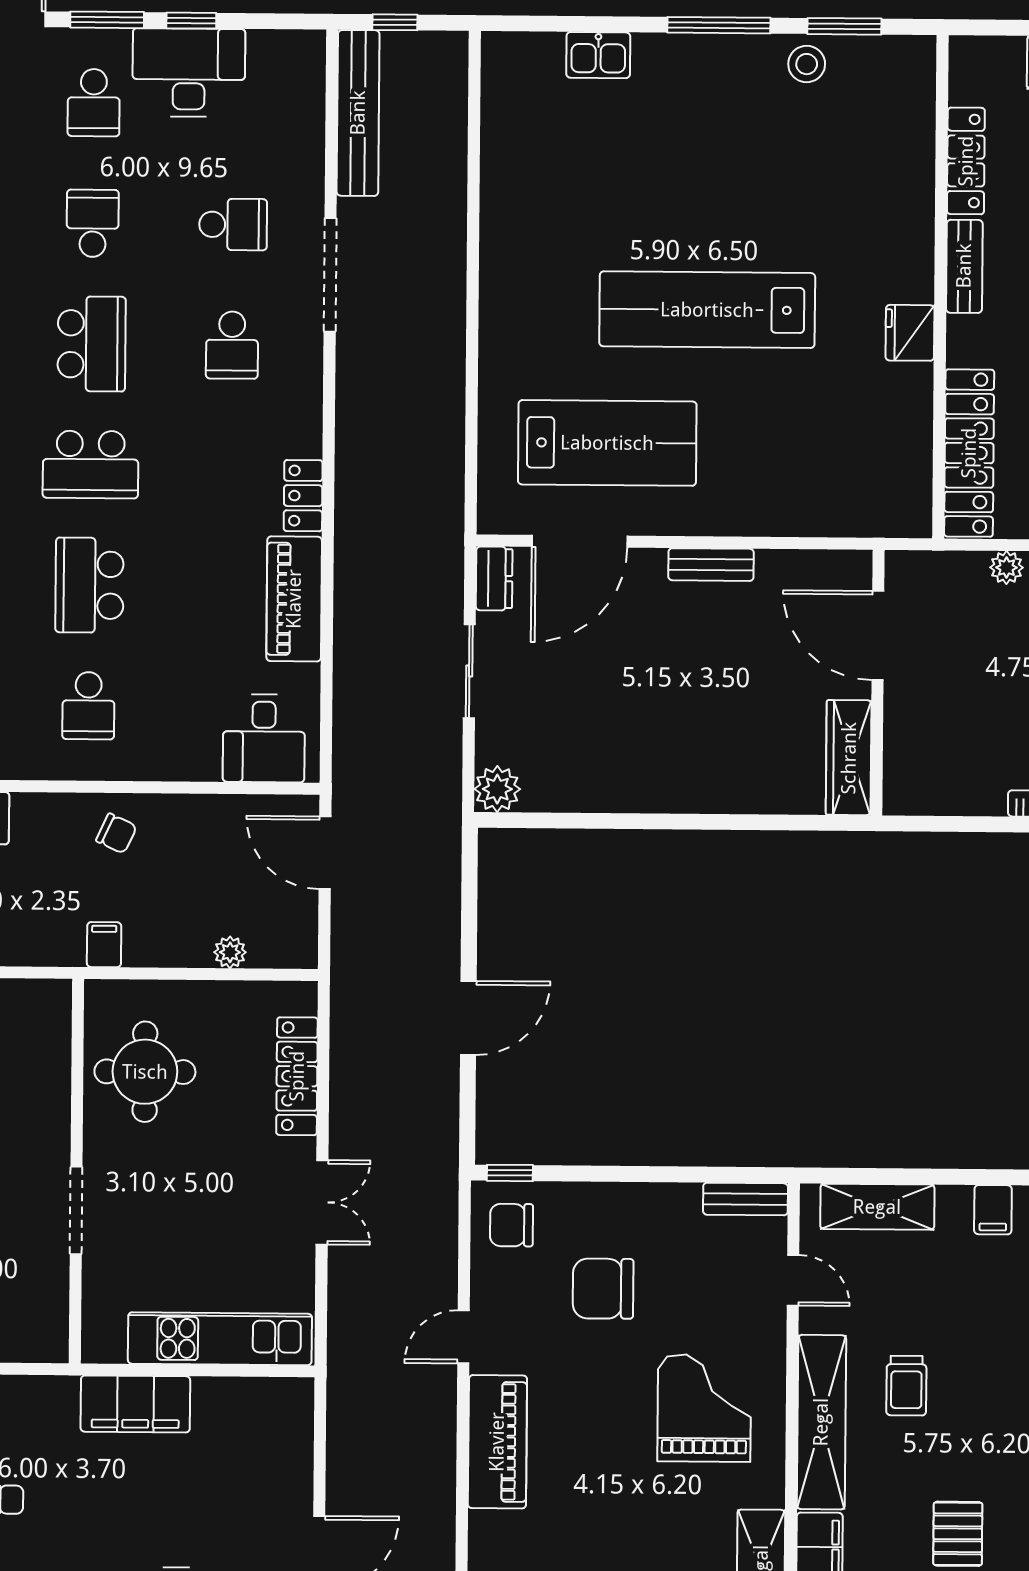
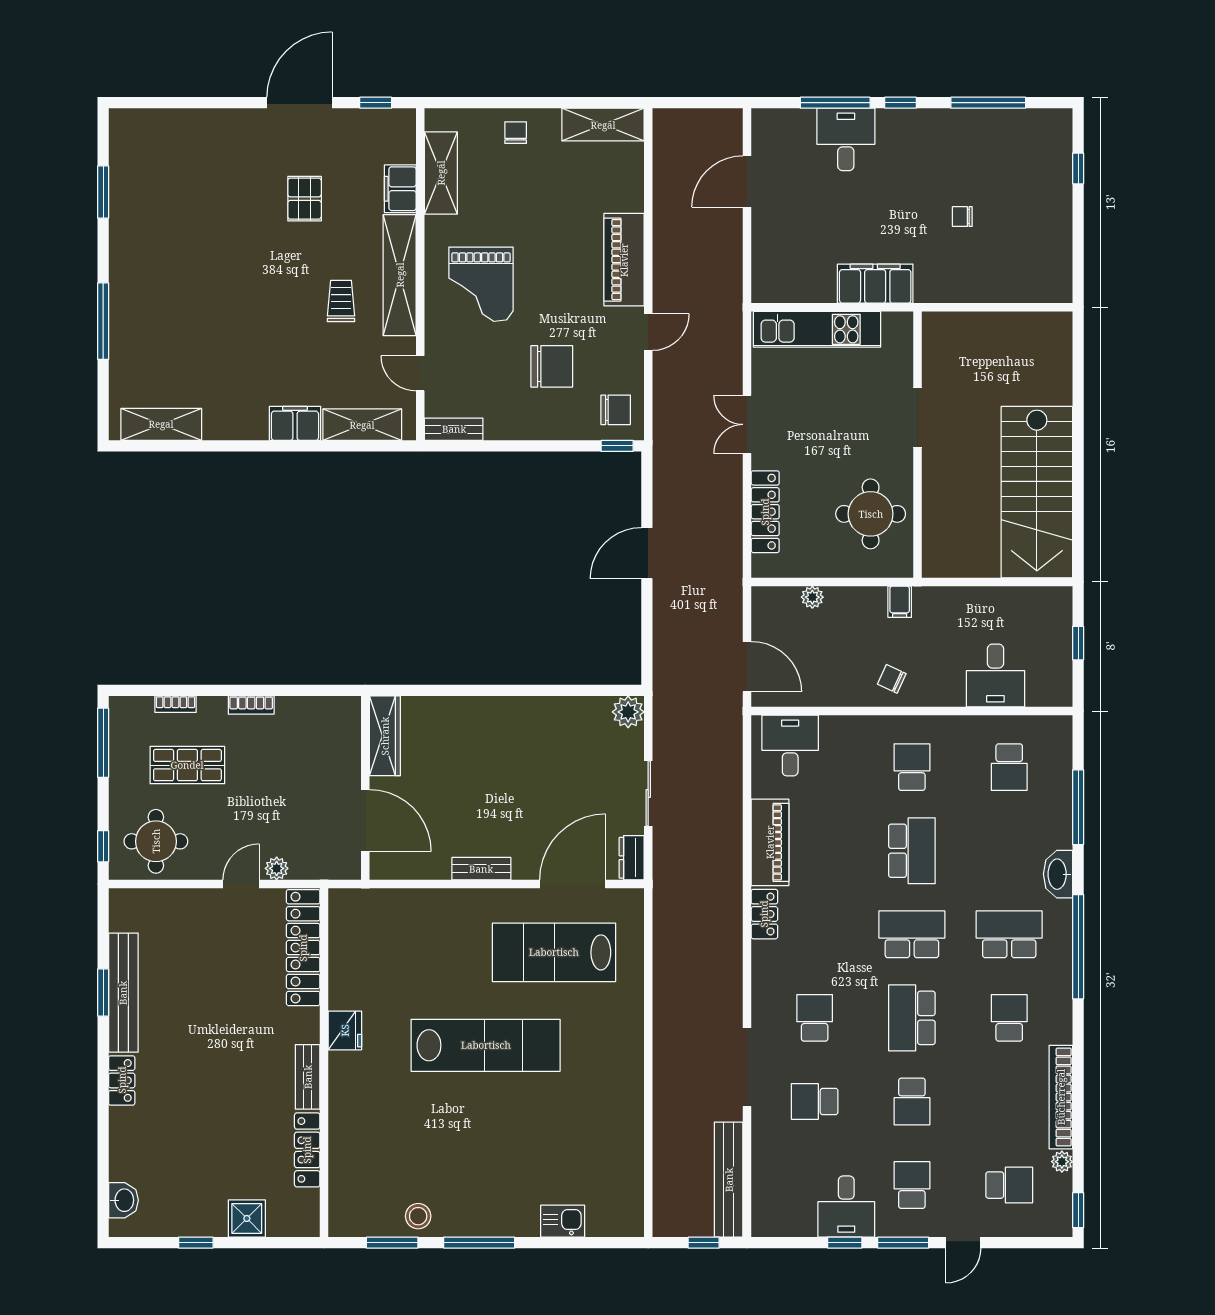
desk: (189, 73) -> (846, 1207), width x0.73
filing cabinet: (993, 1210) -> (295, 423), width x2.00

